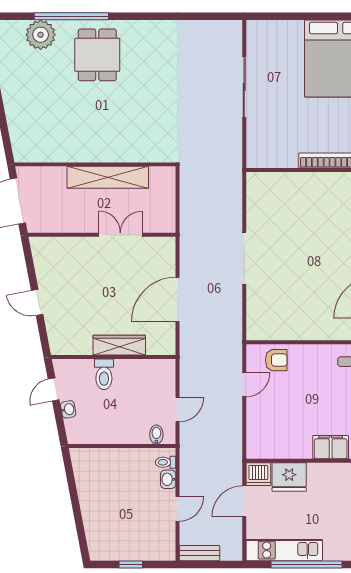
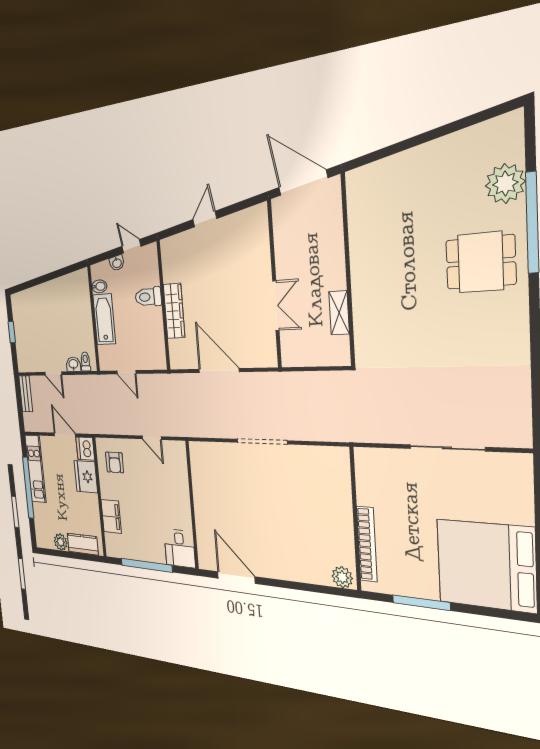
shelving: (108, 177) -> (339, 313), width x0.45, depth x0.75
armchair: (276, 360) -> (115, 462), moved
bathtub: (123, 432) -> (104, 319), added
bidet: (156, 434) -> (99, 286), moved

